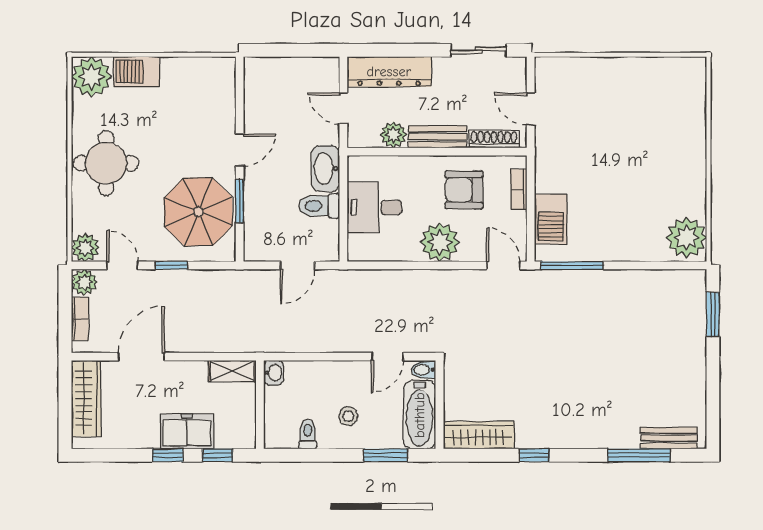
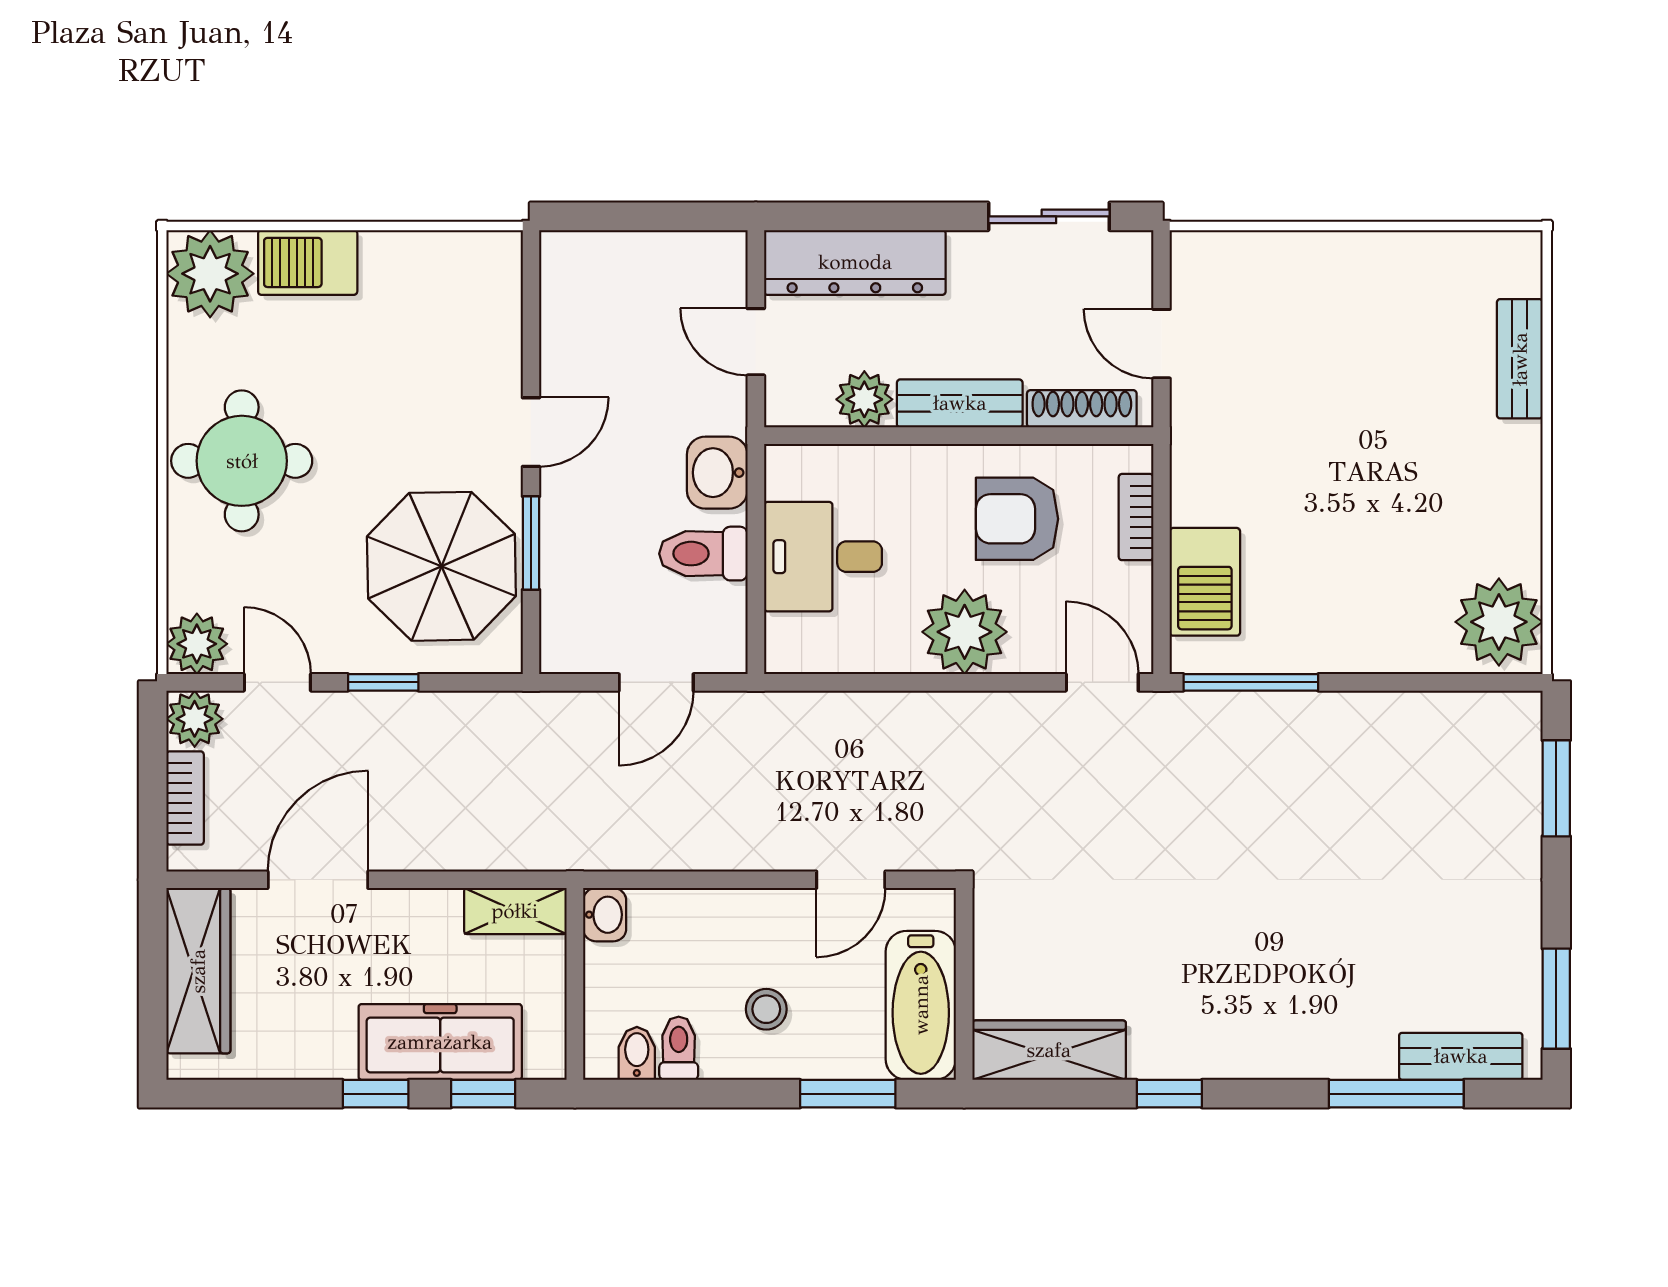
bench: (696, 116) -> (1520, 359), added
washbasin: (326, 169) -> (717, 473), width x0.72
bidet: (423, 370) -> (637, 1053), moved, turned 90
window: (713, 411) -> (1556, 999), added
freezer: (187, 431) -> (440, 1042), width x1.40

